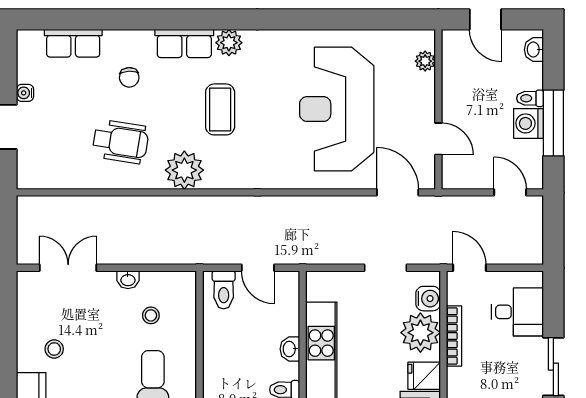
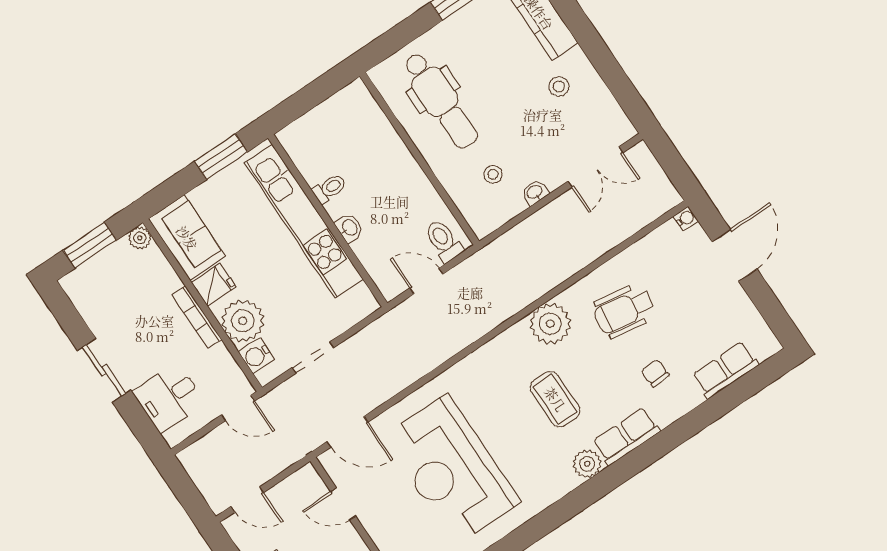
water cooler: (25, 93) -> (686, 219), moved
reception desk: (337, 109) -> (451, 470), turned 180
bookcase: (454, 336) -> (197, 317), moved

